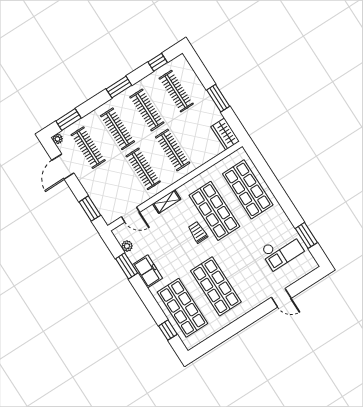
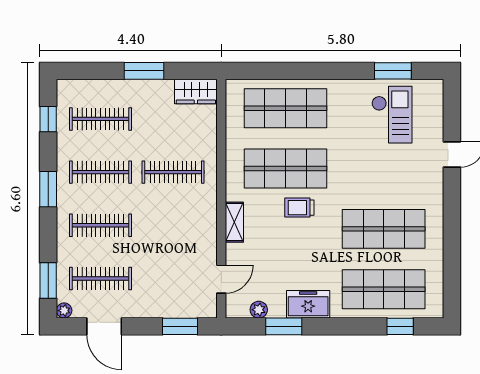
clothes rail: (143, 169) -> (173, 225), removed

